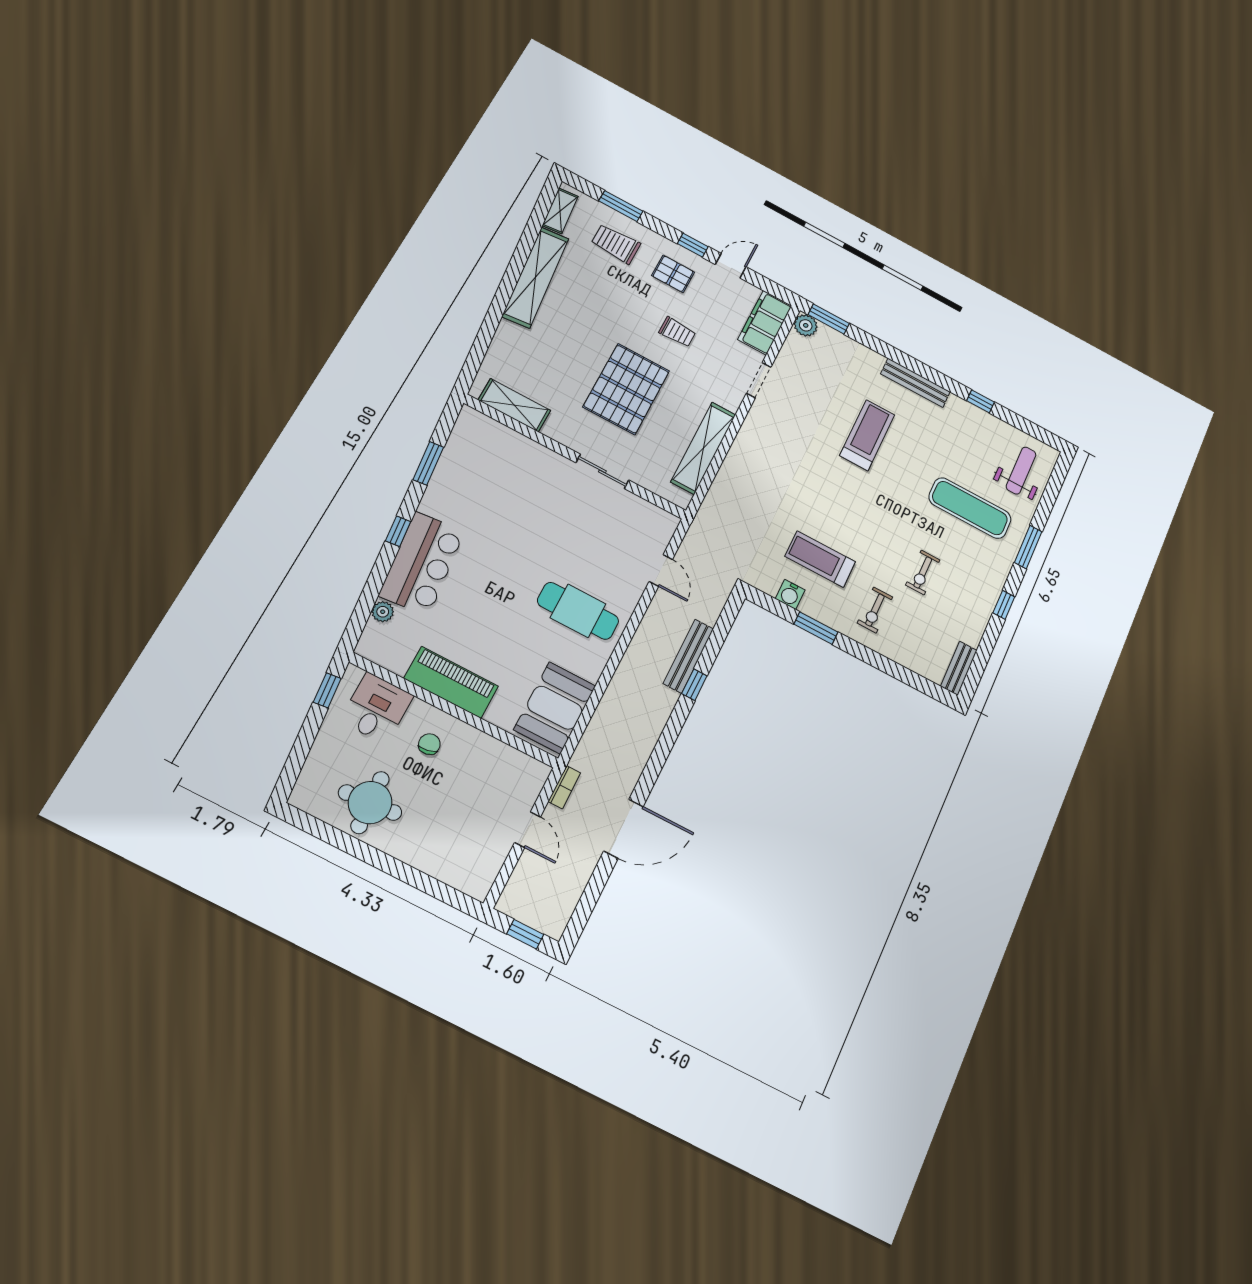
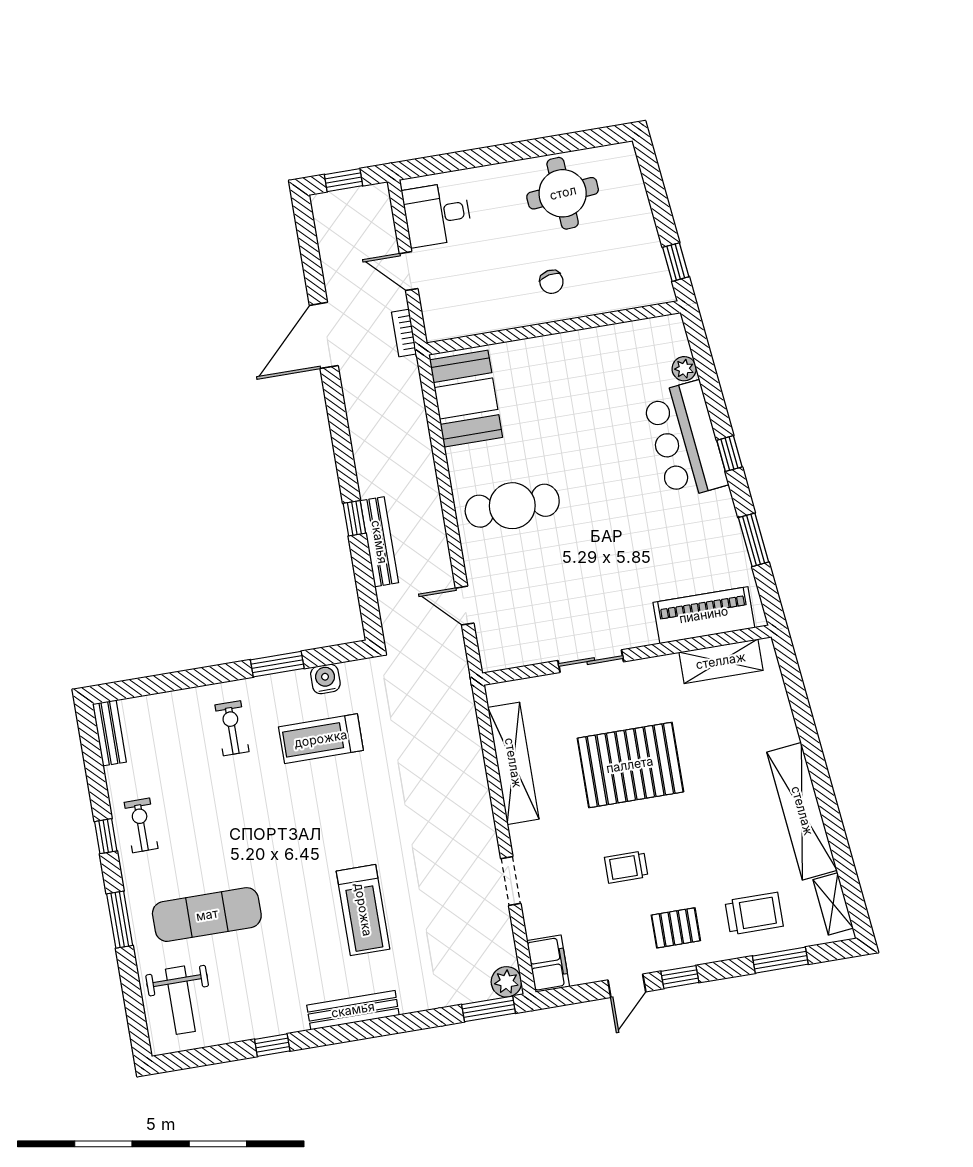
filing cabinet: (765, 323) -> (548, 964), width x0.67, depth x0.86
pallet: (626, 389) -> (630, 765), turned 90
treadmill: (820, 559) -> (321, 739), turned 180
exercise bike: (923, 572) -> (141, 825), moved
piano: (451, 682) -> (704, 615), moved, turned 180
desk: (377, 708) -> (437, 214), moved, turned 90

